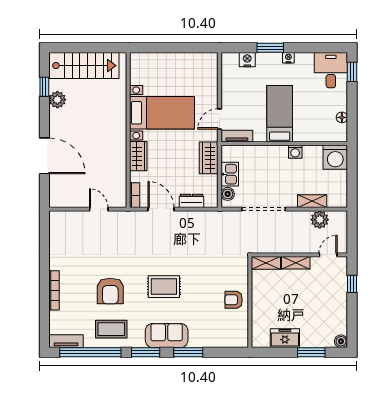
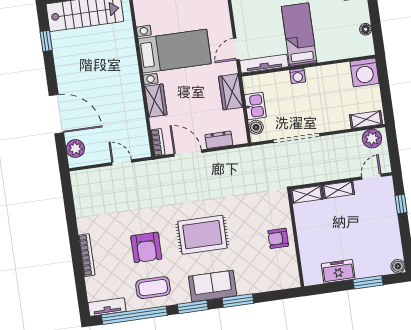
plant: (57, 100) -> (75, 149), moved
tv unit: (237, 136) -> (264, 64), width x1.41
washing machine: (295, 152) -> (298, 76), moved
shelving: (312, 201) -> (366, 119), moved
plant: (320, 220) -> (372, 139), moved
rug: (164, 287) -> (202, 235), width x1.36, depth x1.43

